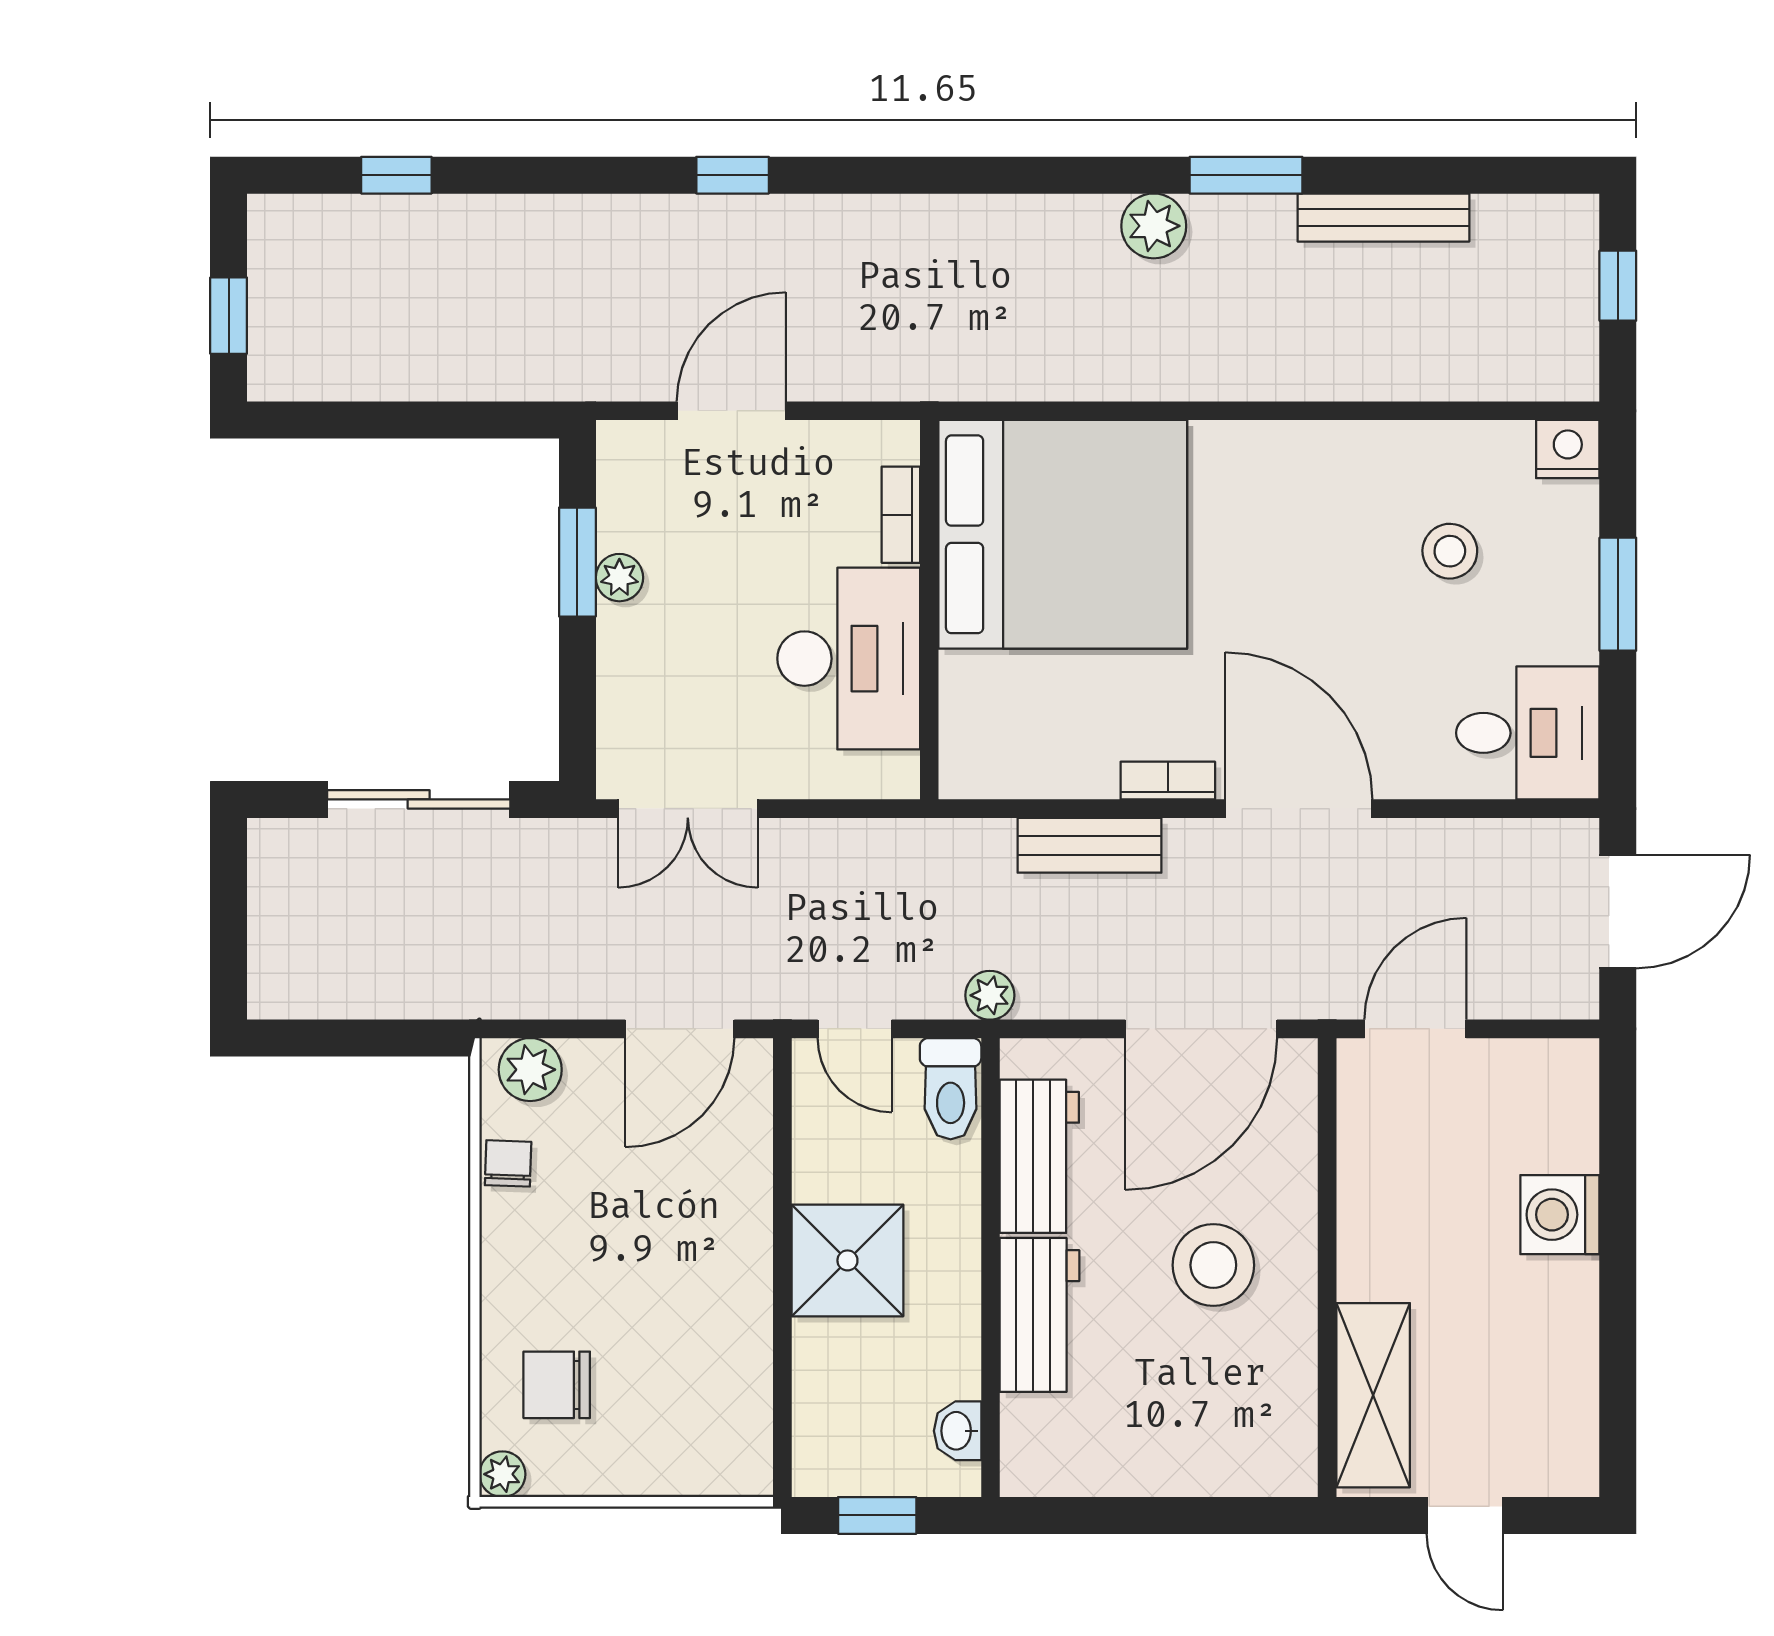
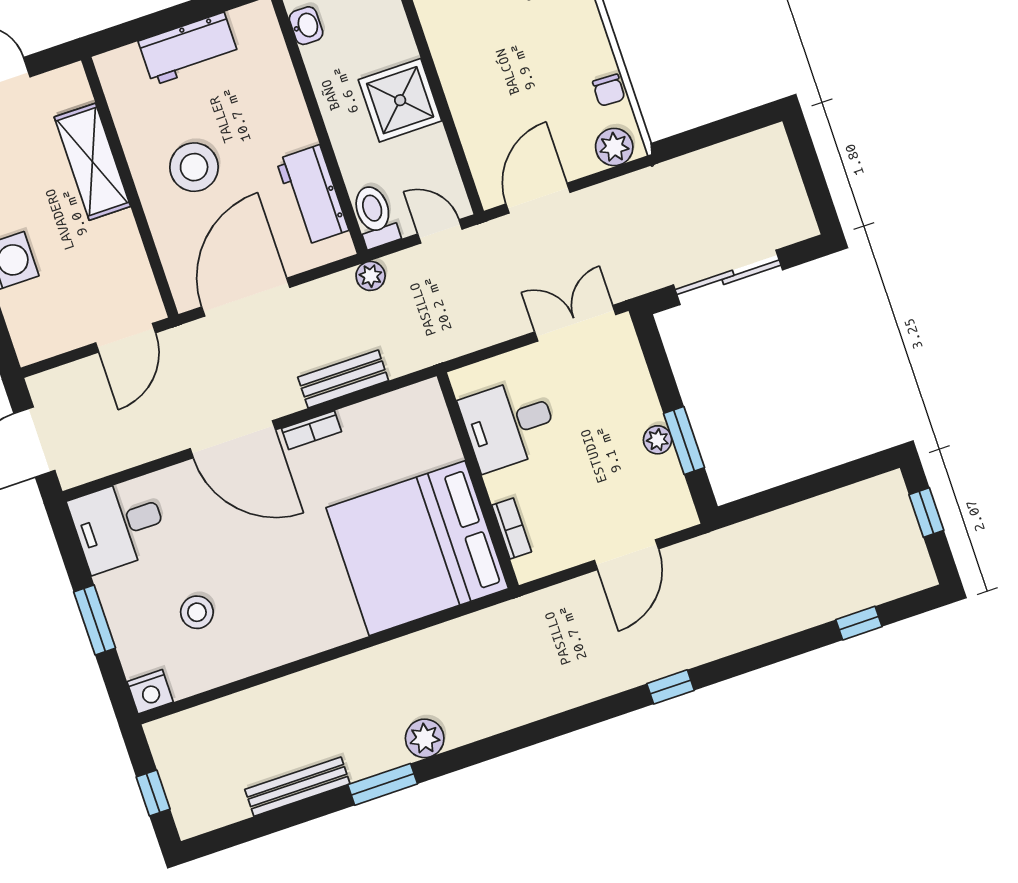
desk: (849, 659) -> (509, 424), width x0.73
workbench: (1039, 1315) -> (189, 49), moved, turned -90
shelving: (1373, 1395) -> (92, 162), moved

